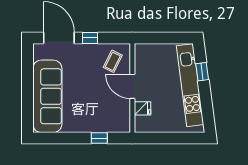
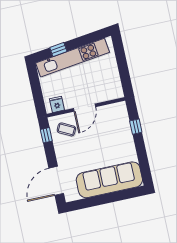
window: (90, 38) -> (46, 135), moved
fridge: (142, 108) -> (57, 104), moved

